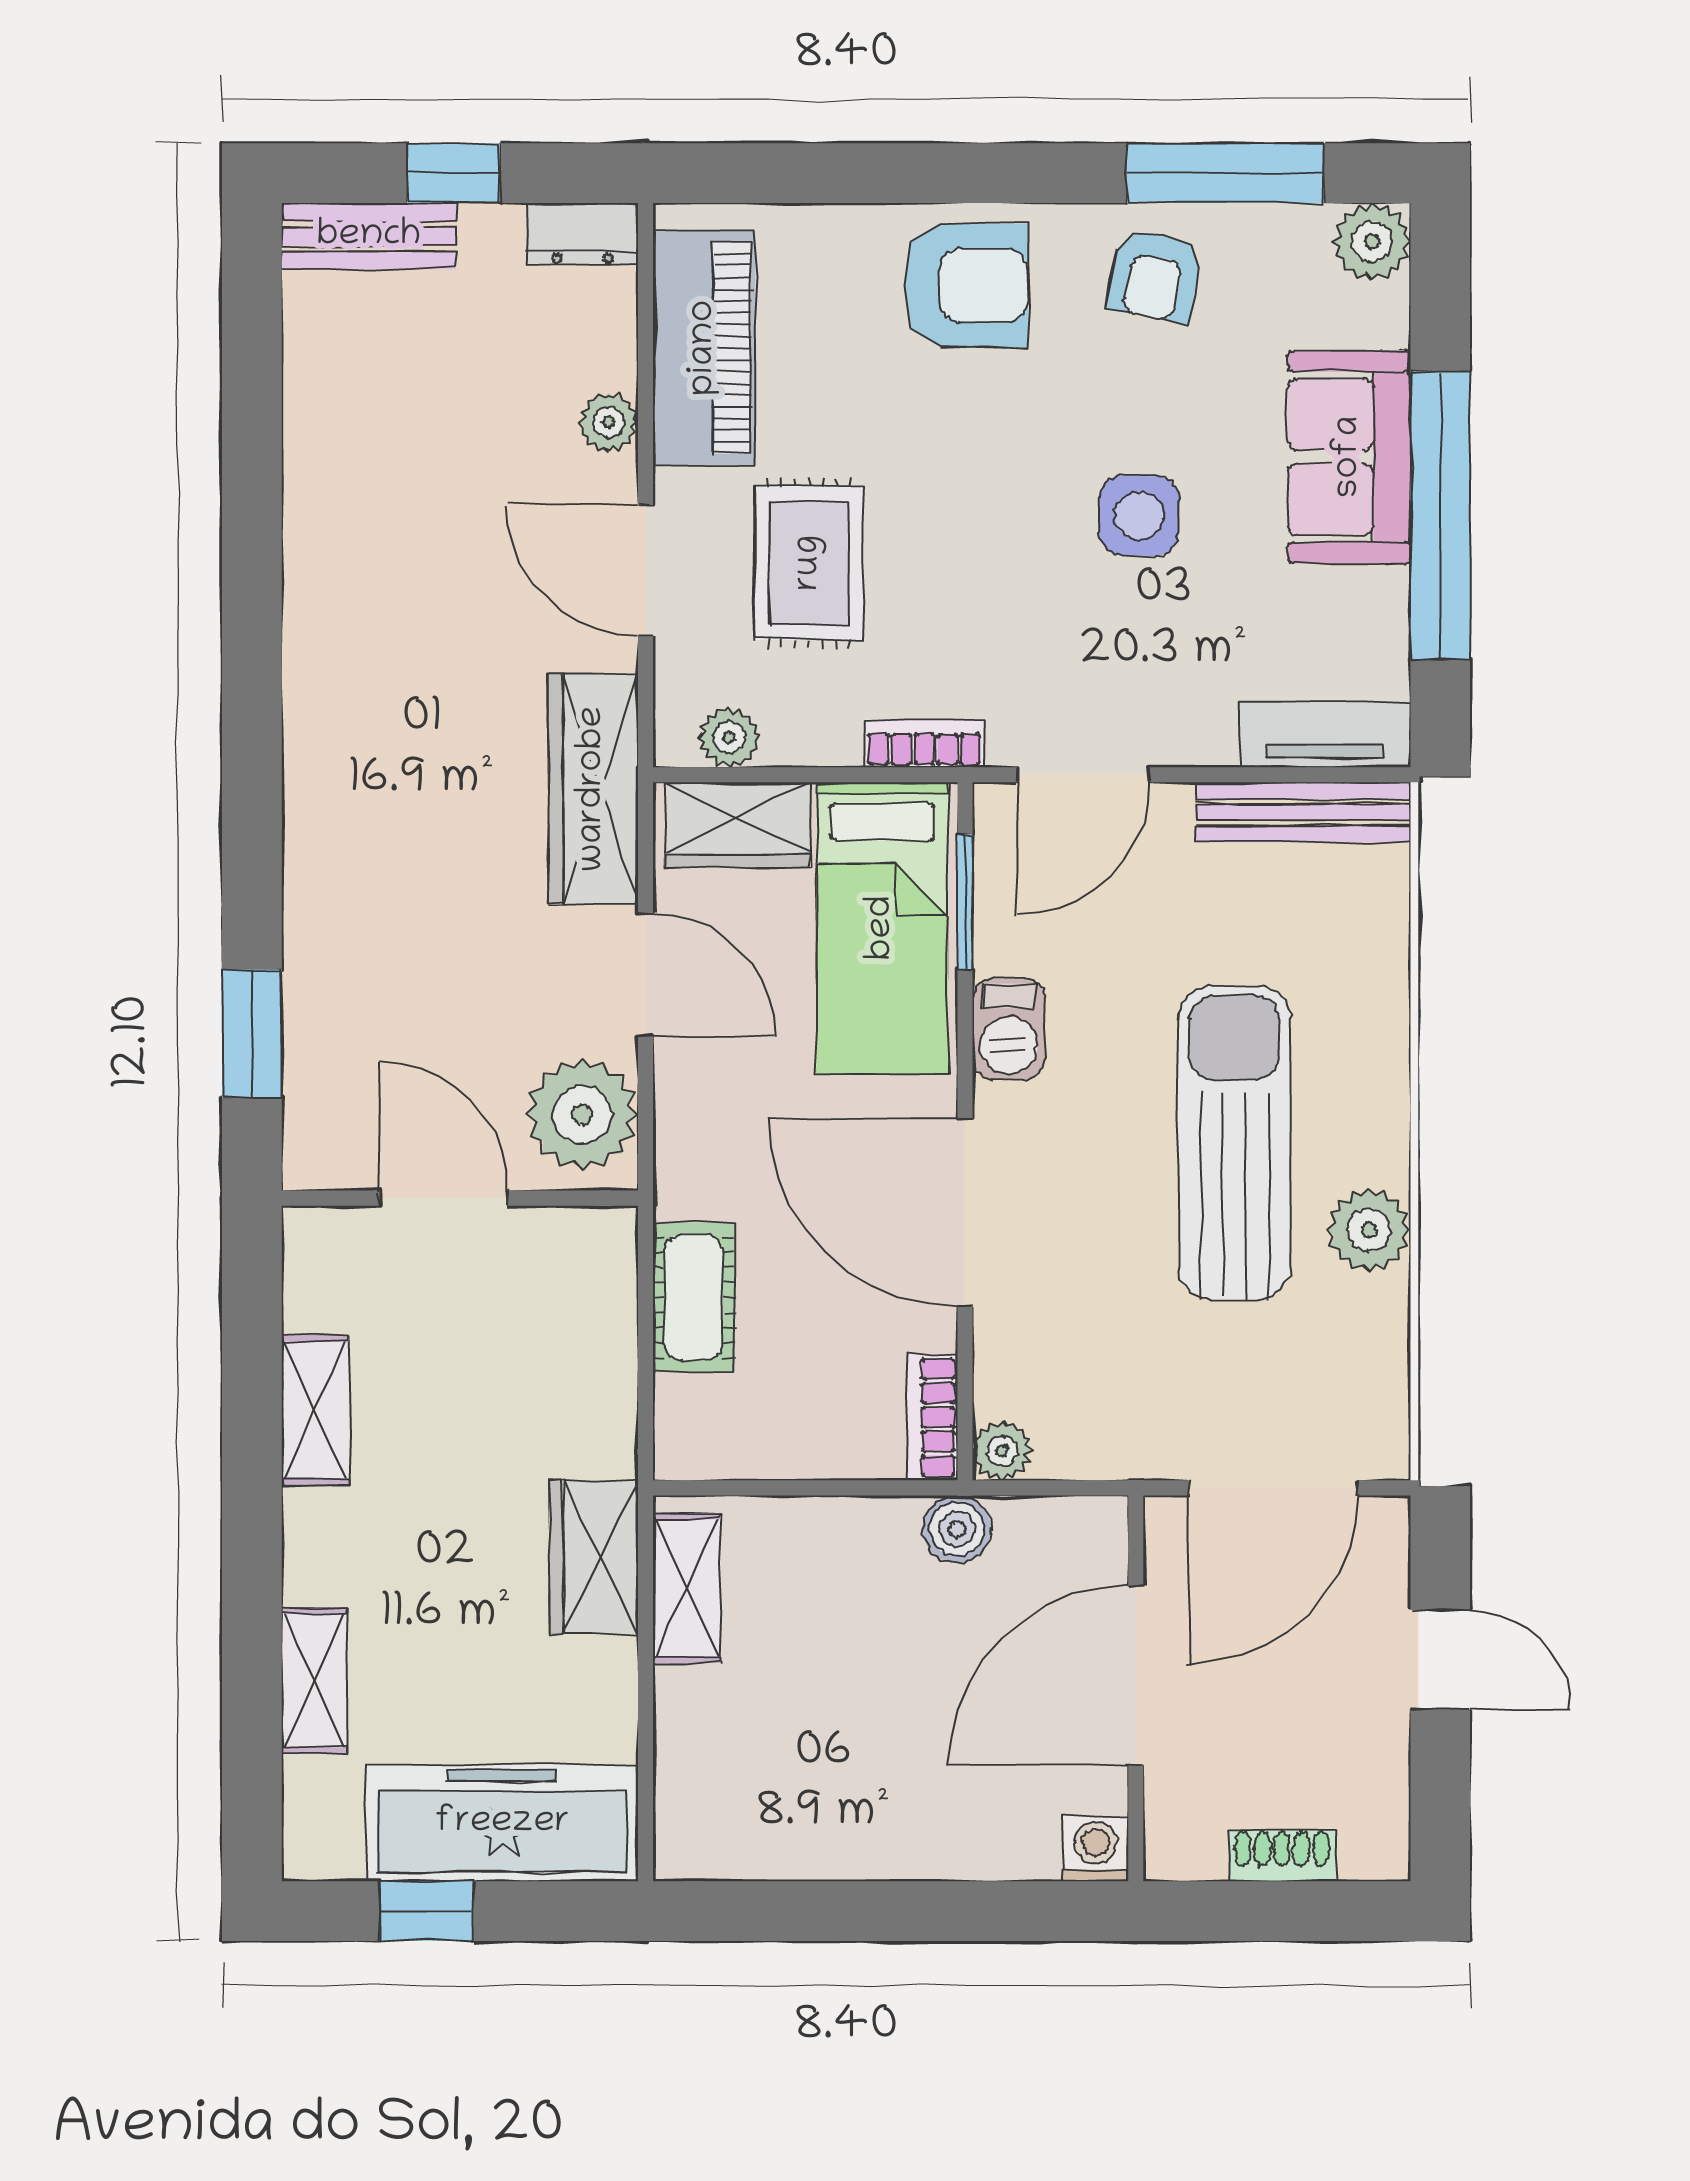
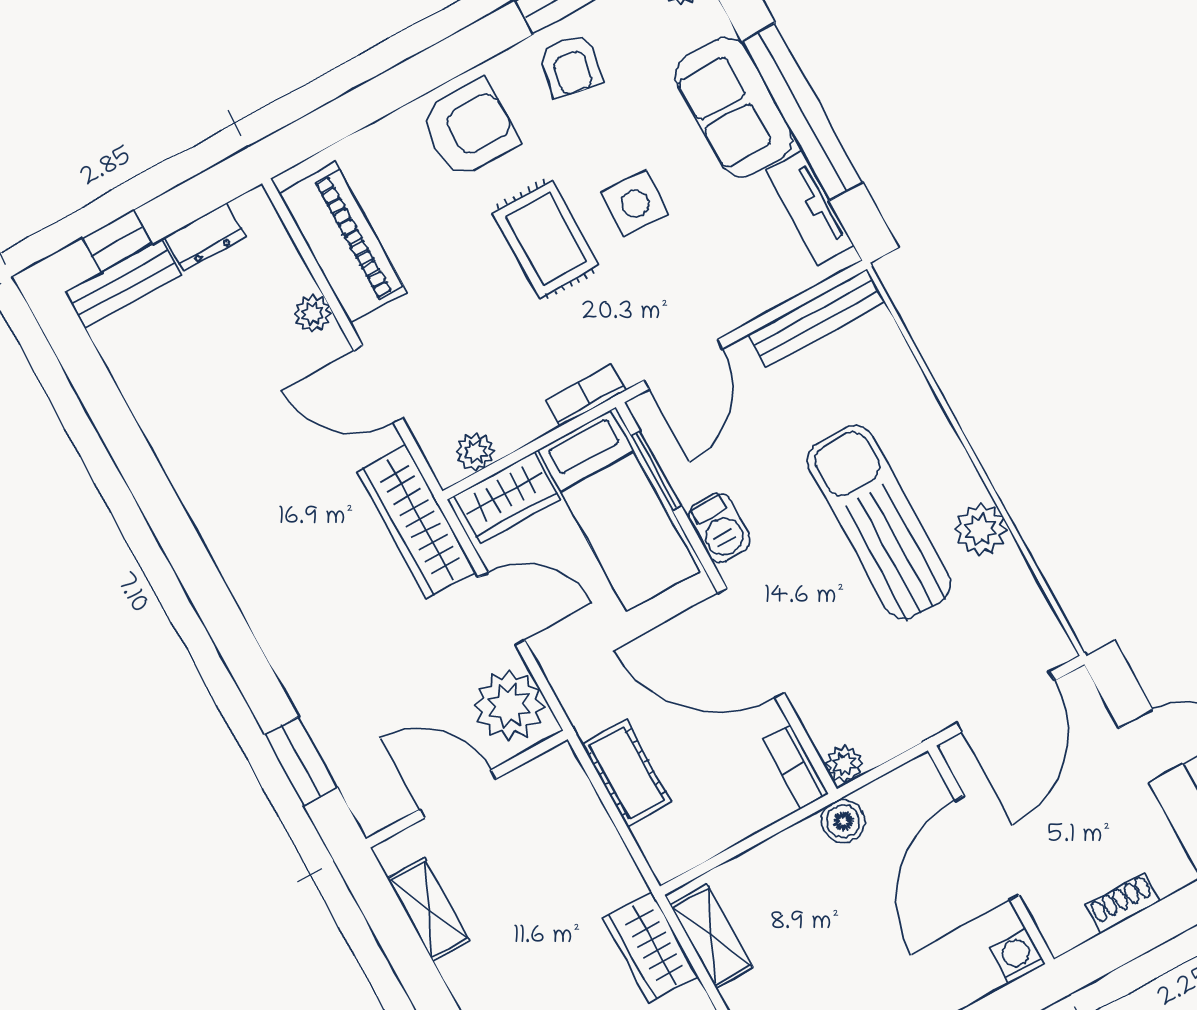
window: (453, 173) -> (117, 241), moved
dresser: (582, 234) -> (205, 237), moved
rug: (809, 563) -> (546, 239), moved
tv unit: (1325, 735) -> (810, 208), moved, turned -90
shelving: (315, 1410) -> (428, 909), moved

